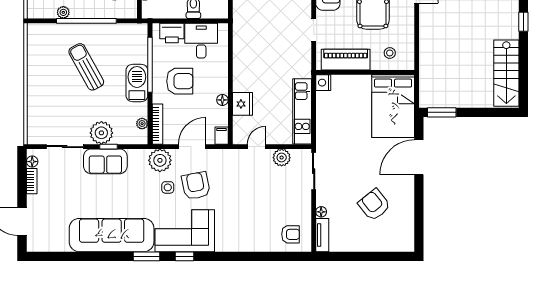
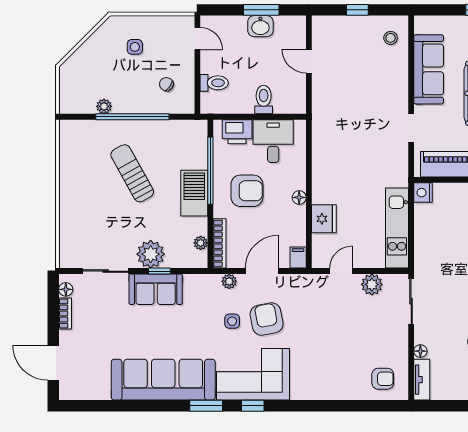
floor lamp: (222, 100) -> (299, 197), moved
plant: (160, 160) -> (229, 281), width x0.53, depth x0.53

